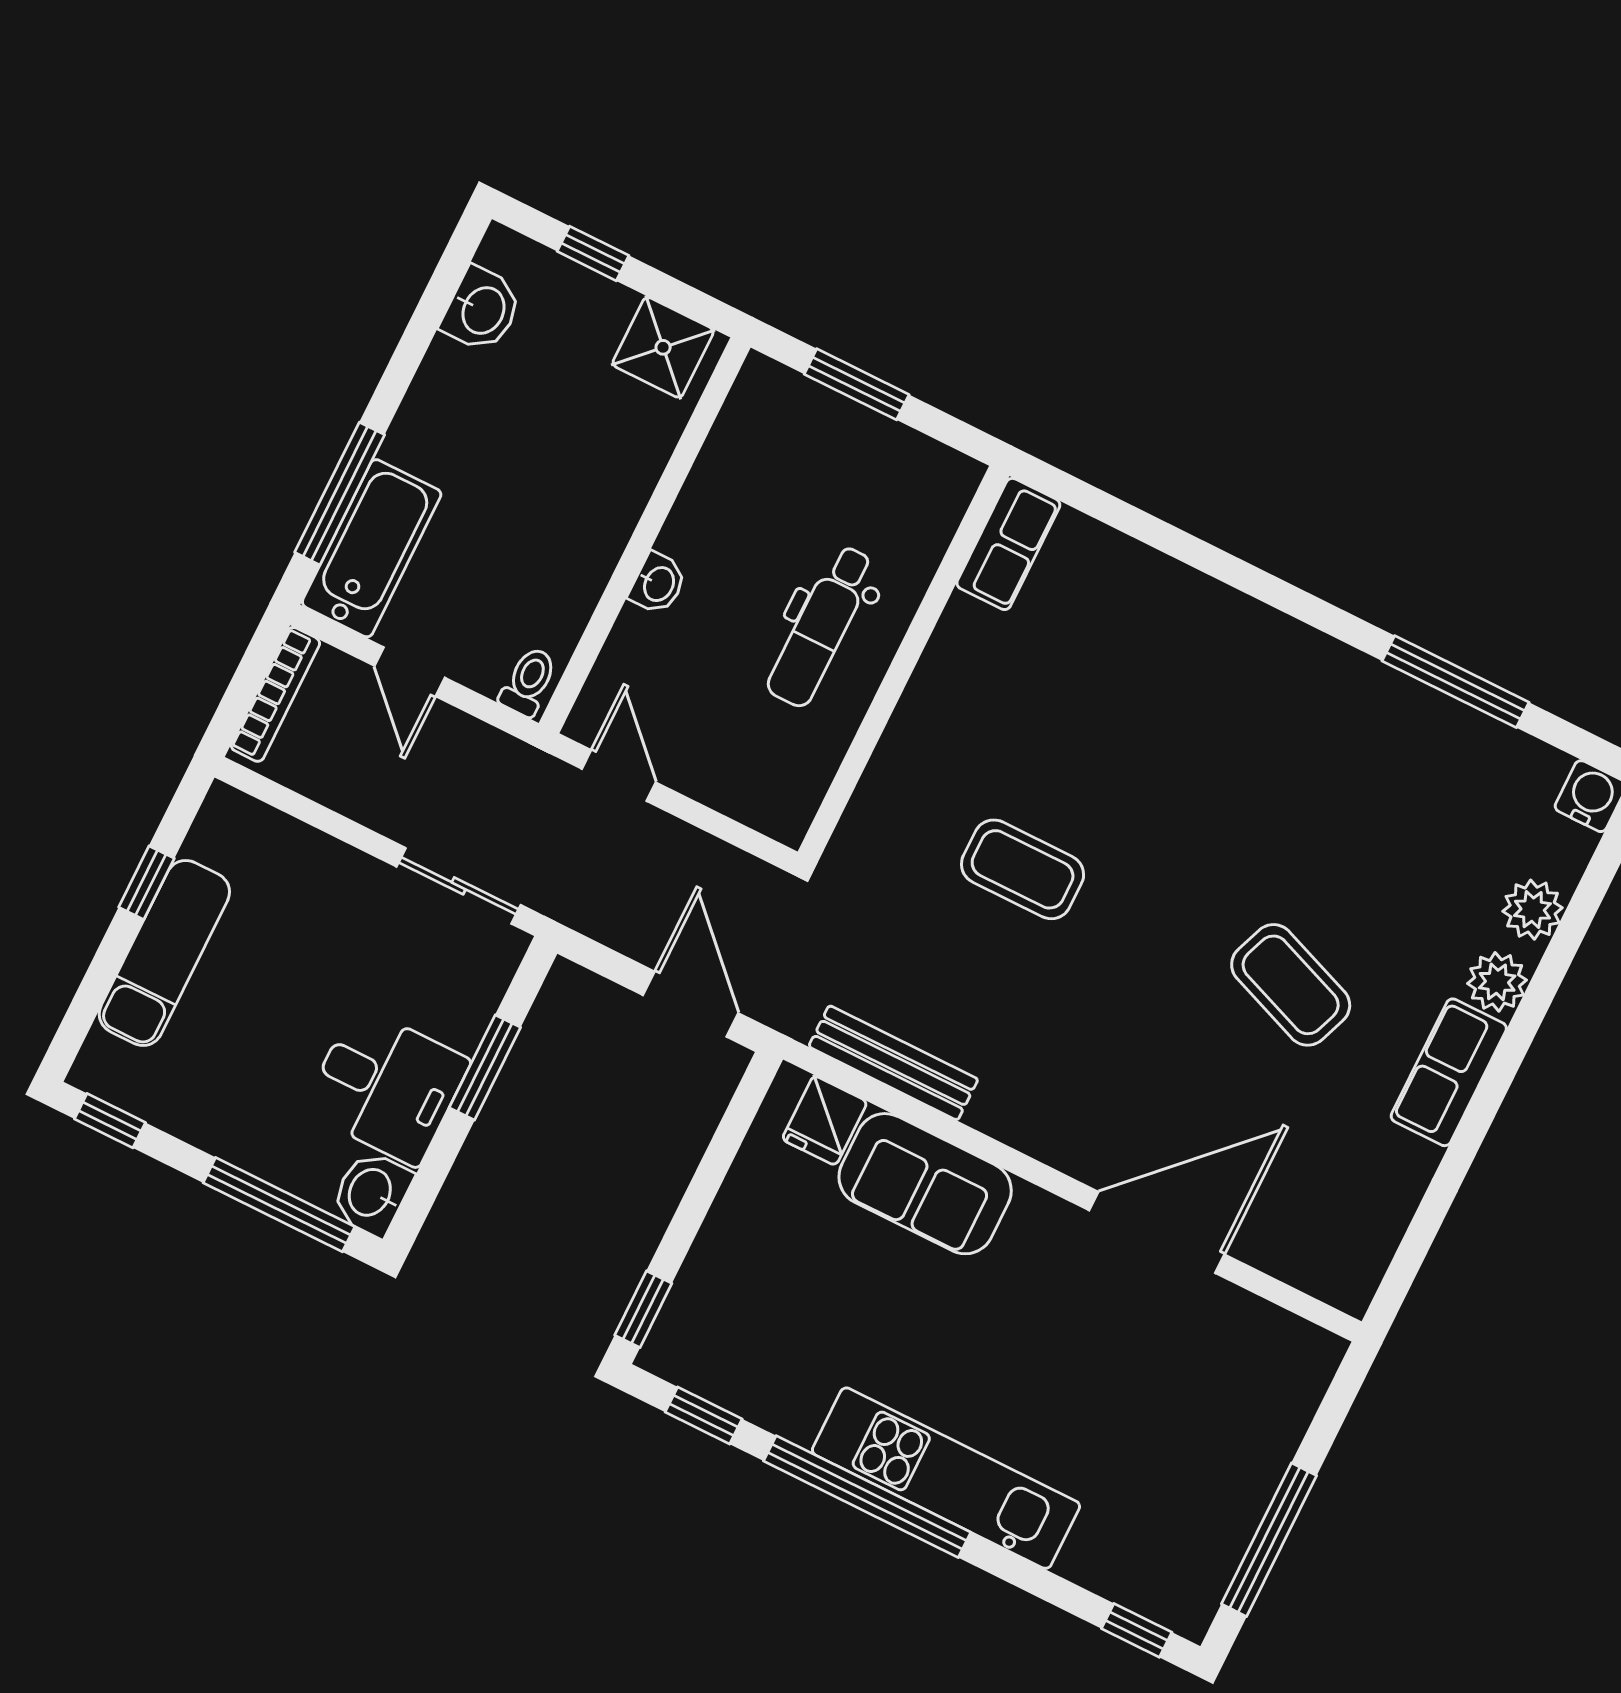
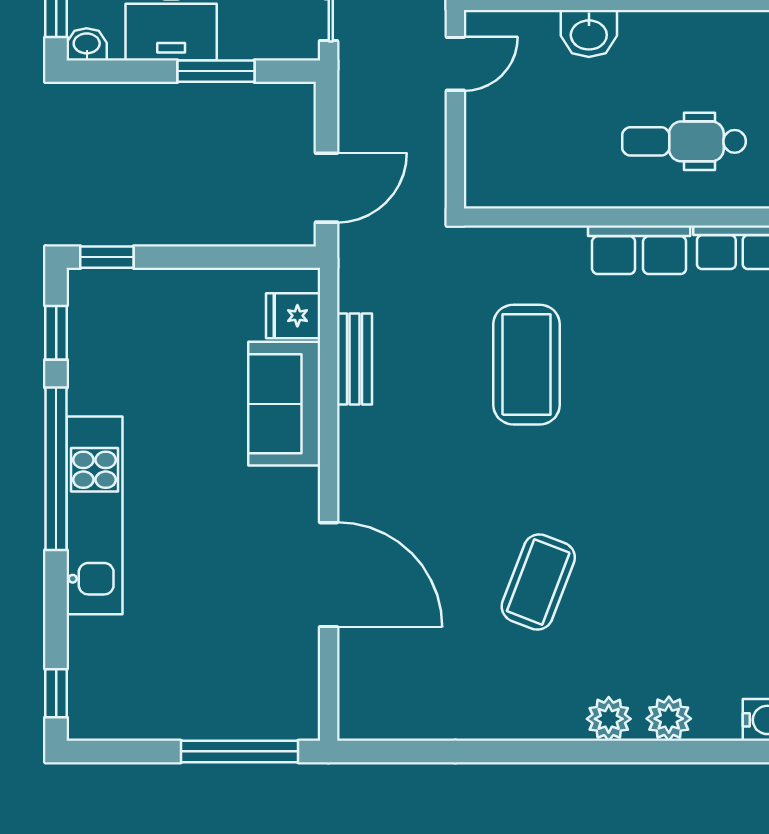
washbasin: (658, 584) -> (589, 34), width x1.38, depth x1.45
dental chair: (821, 626) -> (684, 141), moved
coffee table: (1023, 869) -> (527, 365), width x1.36, depth x1.32
bench: (893, 1063) -> (354, 359), width x0.73
row of seats: (1449, 1072) -> (639, 250), moved, turned 180
washbasin: (372, 1193) -> (87, 44), width x0.72, depth x0.69
window: (1269, 1540) -> (239, 751), moved

